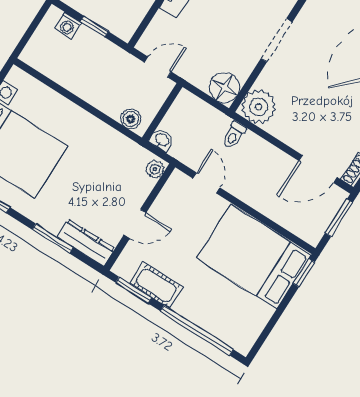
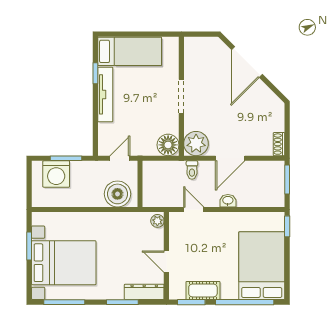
washing machine: (68, 26) -> (56, 174), width x1.89, depth x1.89
window: (94, 26) -> (66, 158), width x1.50
boiler: (131, 119) -> (117, 194), width x1.86, depth x1.86
washbasin: (162, 140) -> (228, 201), moved
door: (318, 169) -> (230, 158), moved
door: (135, 224) -> (166, 262), swing flipped
bed: (254, 257) -> (262, 266), moved, turned 90

